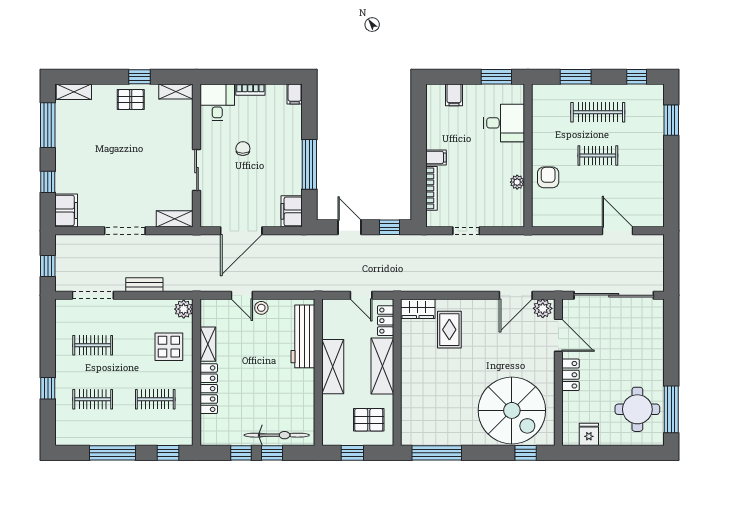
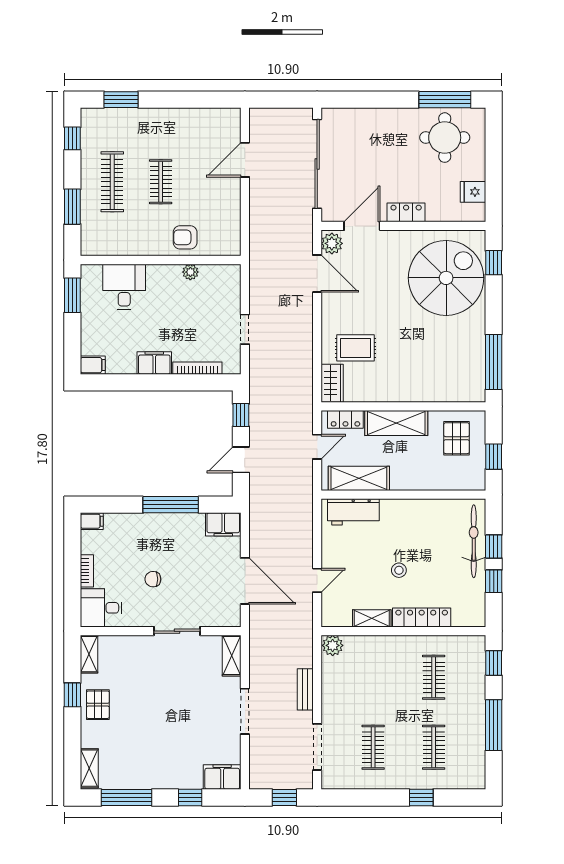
filing cabinet: (454, 95) -> (93, 365), moved
filing cabinet: (436, 157) -> (154, 363), width x2.00
stool: (261, 308) -> (399, 570), moved
workbench: (303, 336) -> (353, 512), width x0.73
display table: (169, 347) -> (375, 662), removed
shelving: (333, 367) -> (359, 478), moved

